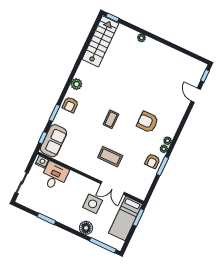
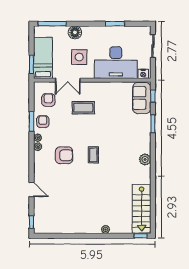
door: (196, 95) -> (32, 190), moved
armchair: (70, 105) -> (48, 100), moved
coffee table: (111, 119) -> (93, 155), moved
desk: (55, 176) -> (116, 63), width x1.87, depth x1.30
double door: (113, 188) -> (68, 80), swing flipped

